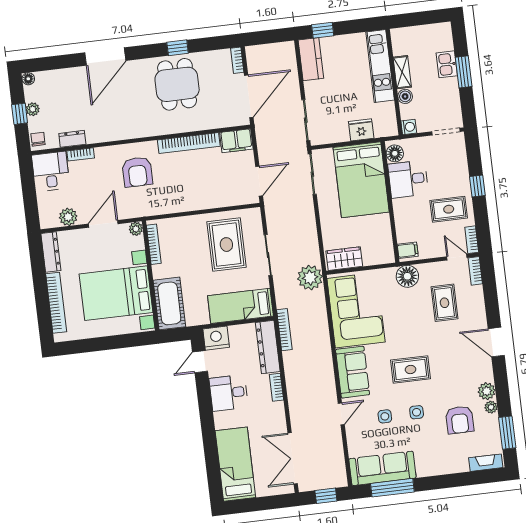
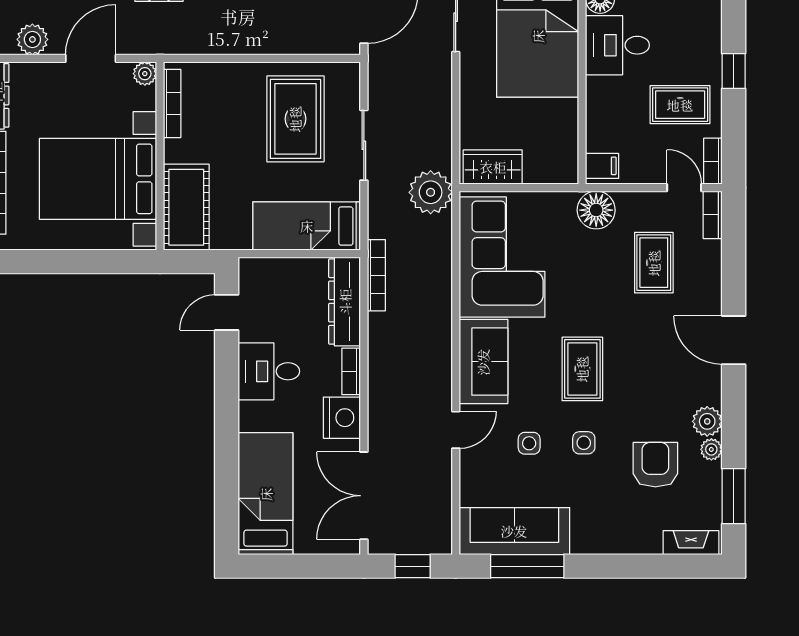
nightstand: (216, 338) -> (342, 418), moved, turned 90
rug: (411, 369) -> (582, 369), turned 90
armchair: (460, 420) -> (655, 465), turned 180

